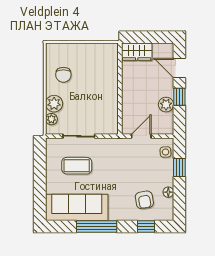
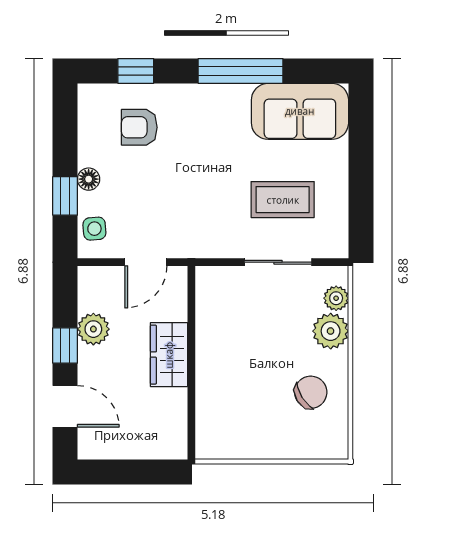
wardrobe: (137, 52) -> (169, 355), moved, turned -90
chair: (63, 75) -> (311, 392), turned 58
floor lamp: (168, 192) -> (89, 179), moved
armchair: (144, 200) -> (139, 127), turned -80
sofa: (77, 207) -> (300, 111), width x0.73

